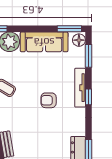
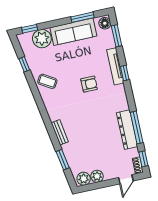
window: (69, 29) -> (82, 17), moved
armchair: (49, 100) -> (89, 84), turned 180

